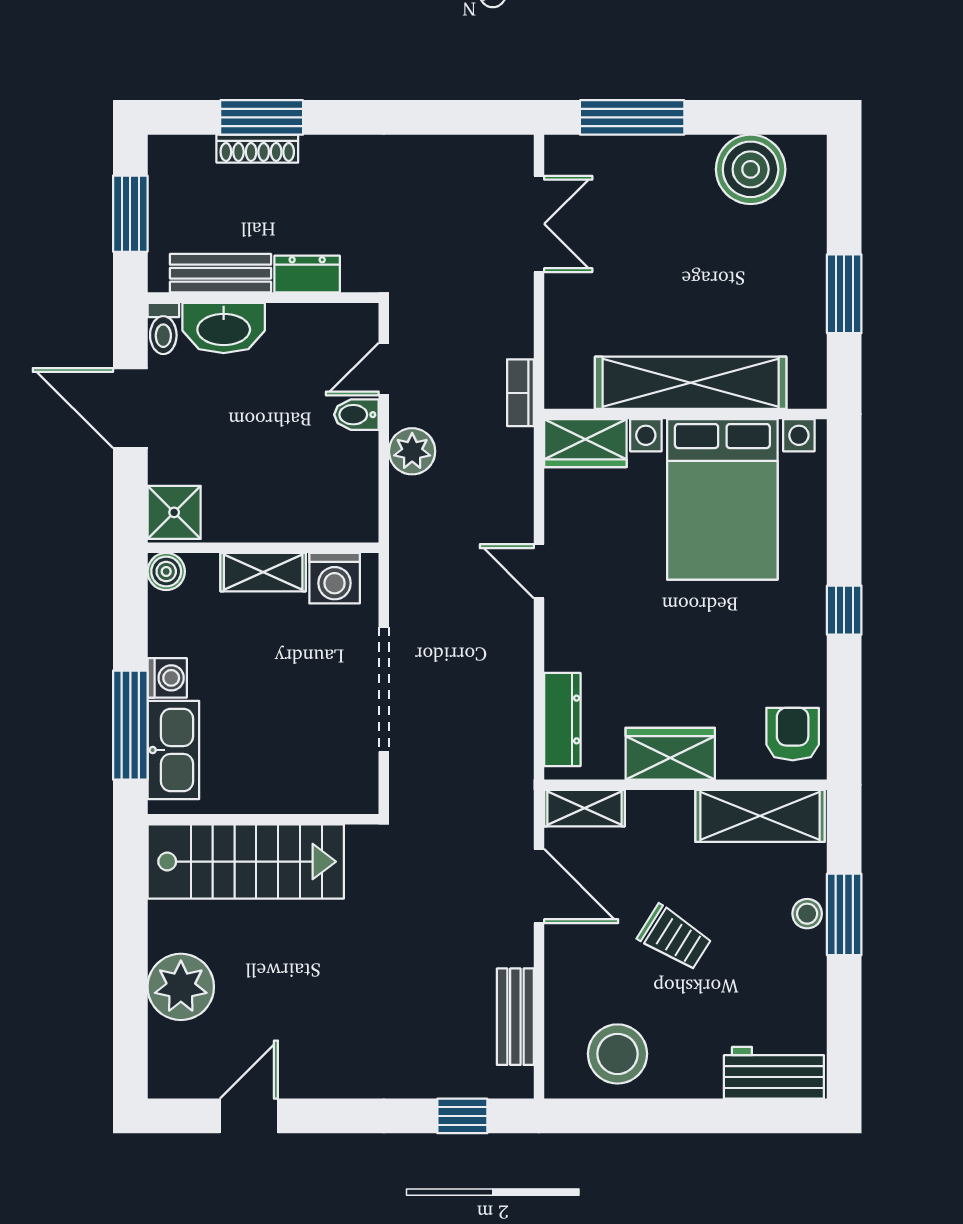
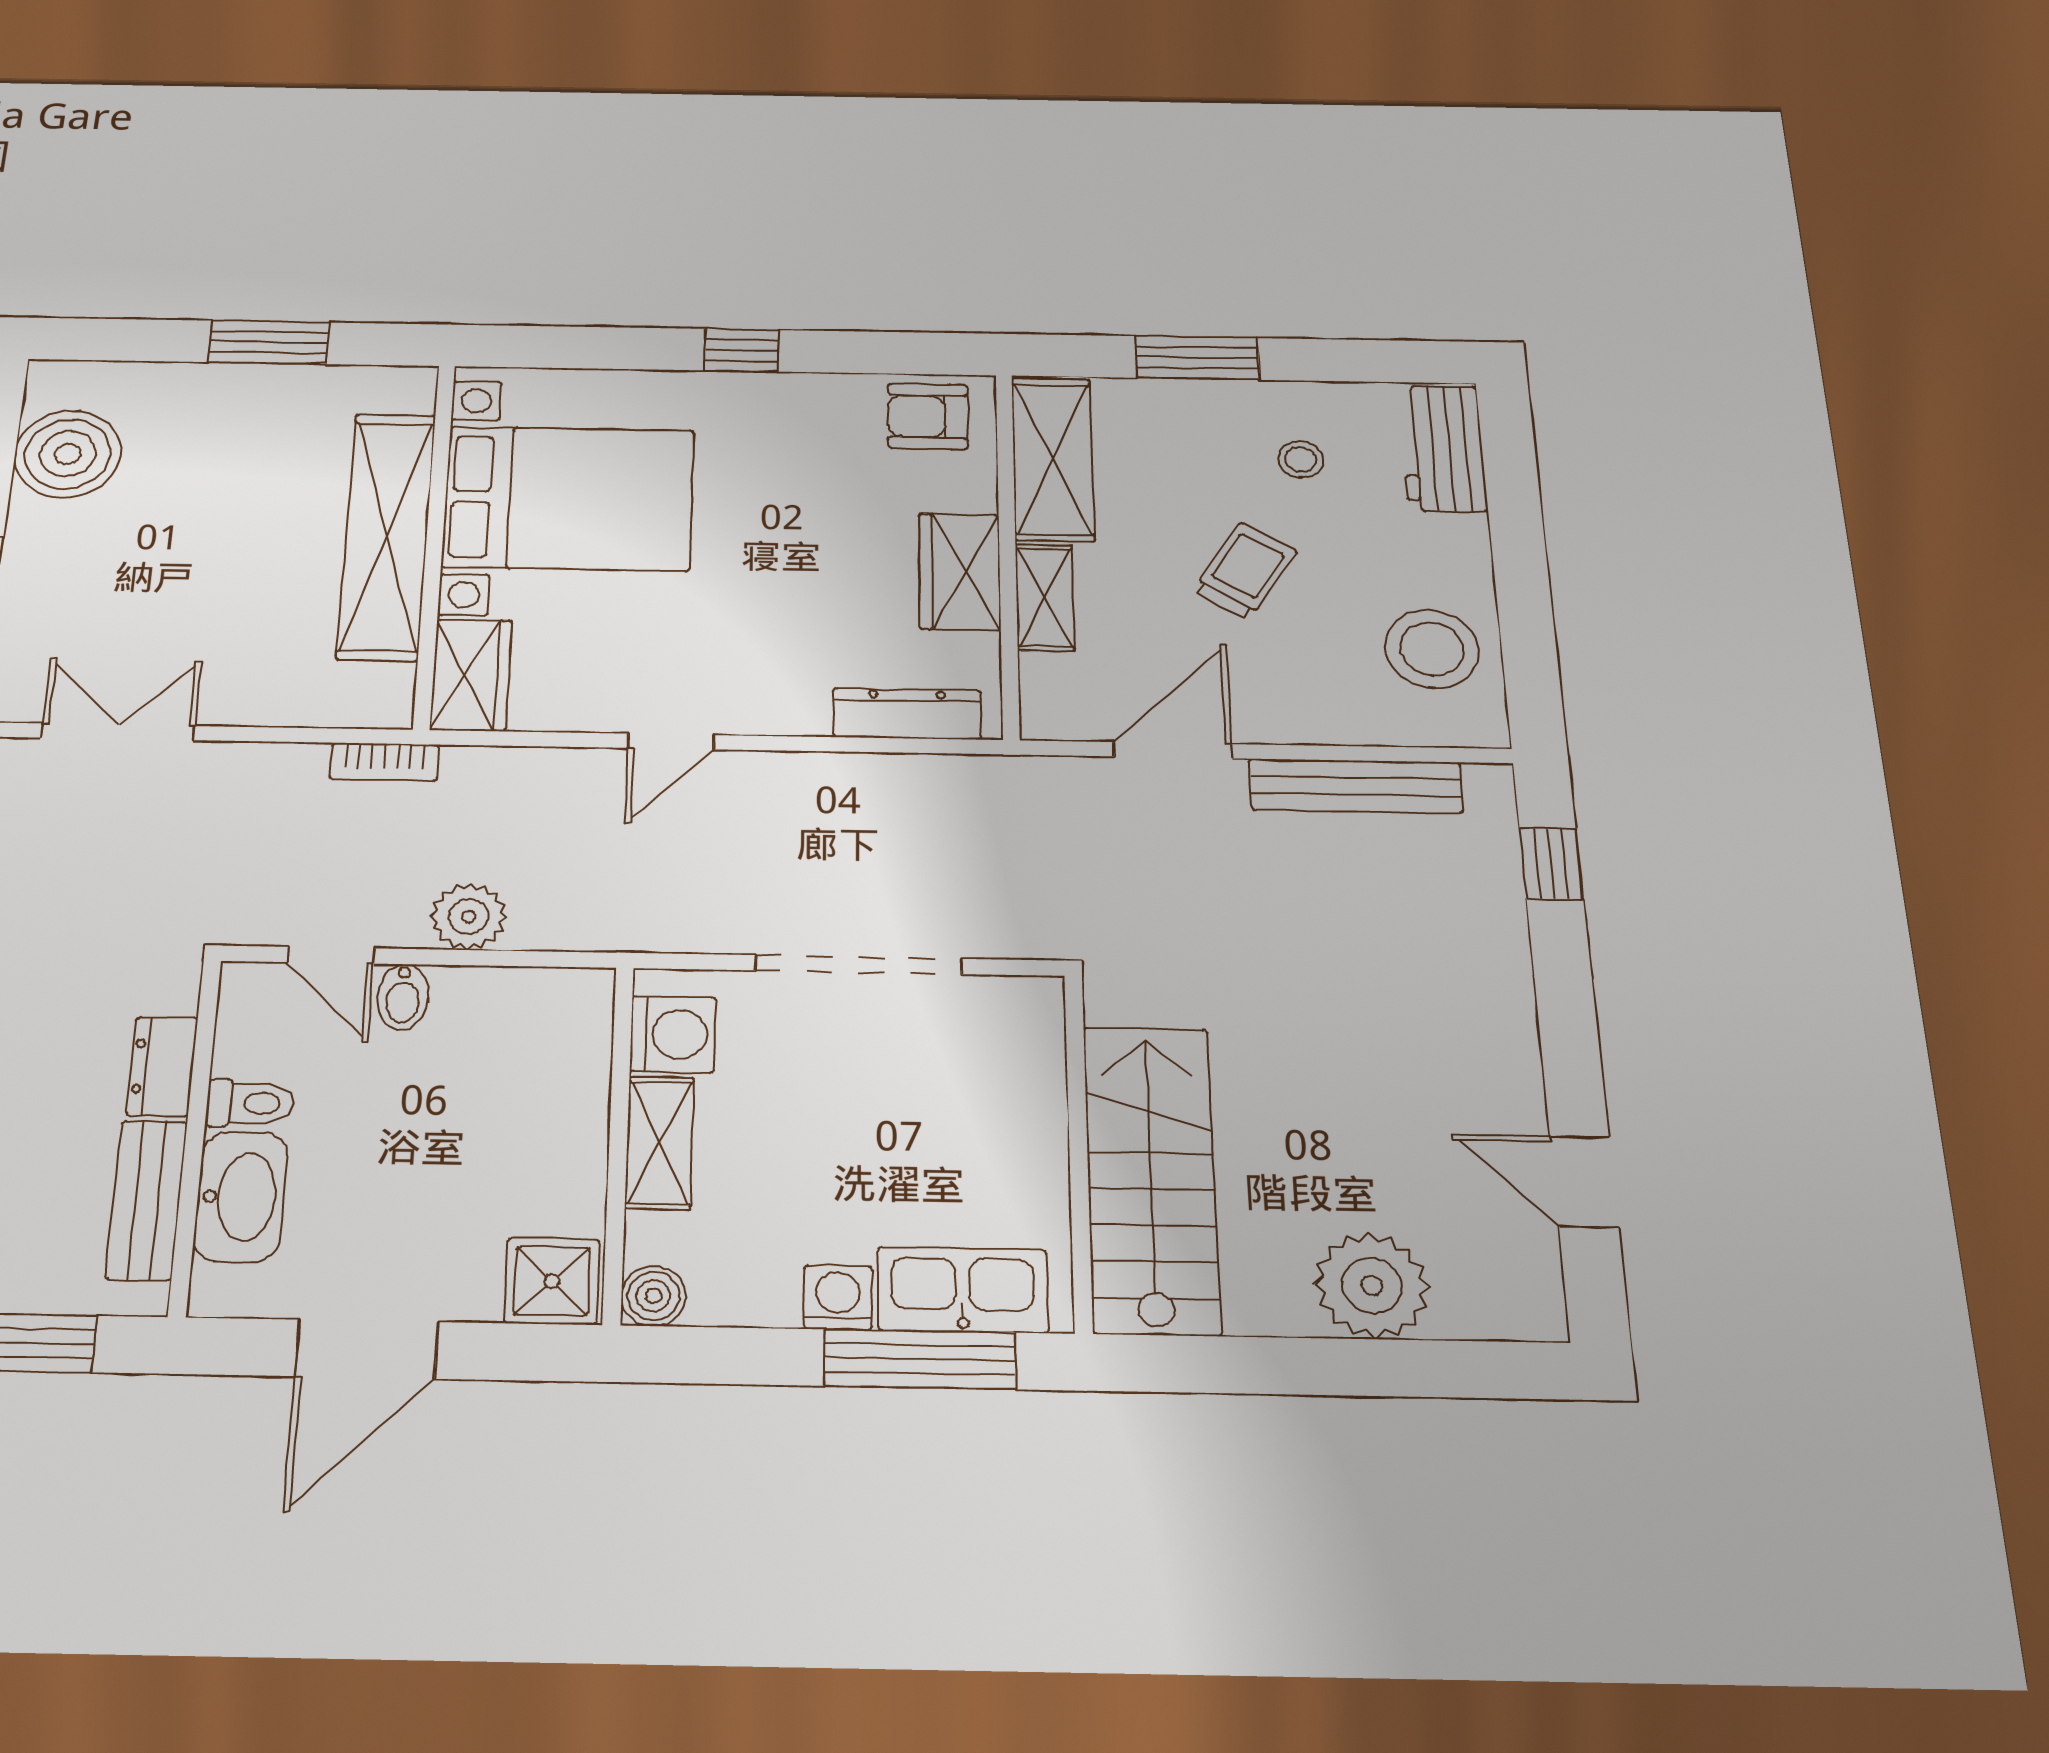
toilet: (163, 328) -> (250, 1103), moved
shelving: (584, 808) -> (1045, 597), moved
stool: (807, 914) -> (1301, 459), moved
bench: (515, 1017) -> (1356, 786), width x1.36

